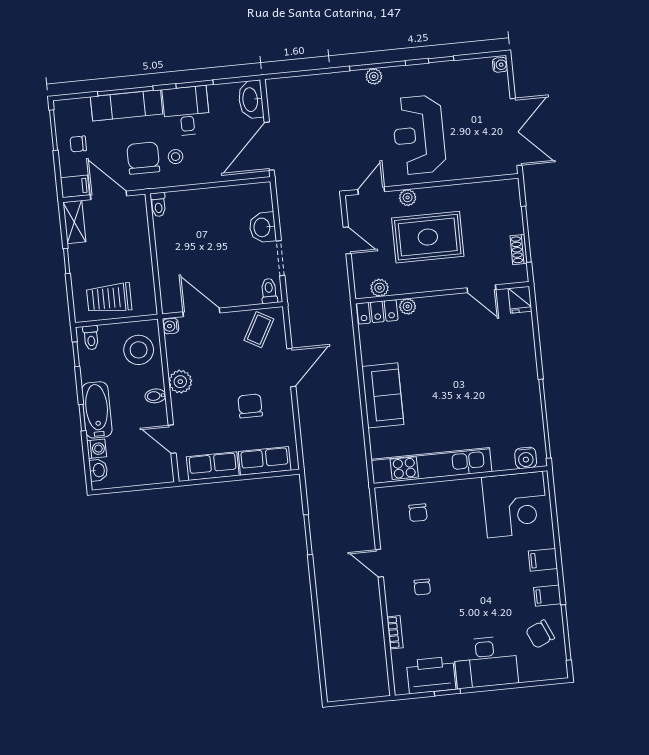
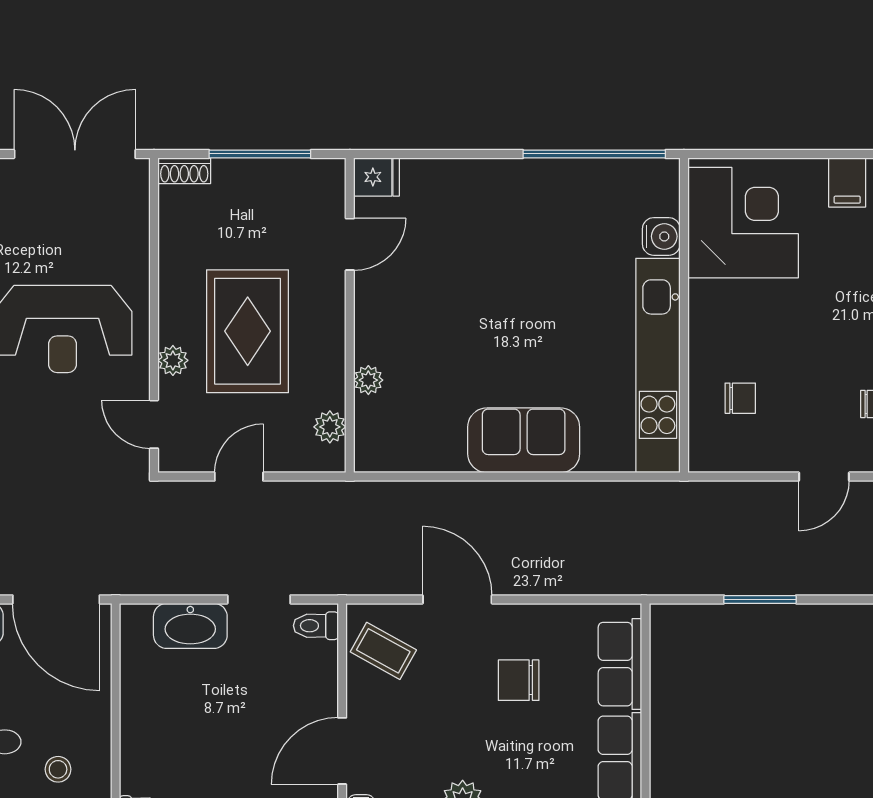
washbasin: (263, 227) -> (190, 626), width x1.38
shoe rack: (519, 250) -> (184, 171), moved
locker: (377, 312) -> (373, 435), removed
water cooler: (526, 458) -> (661, 236), moved

